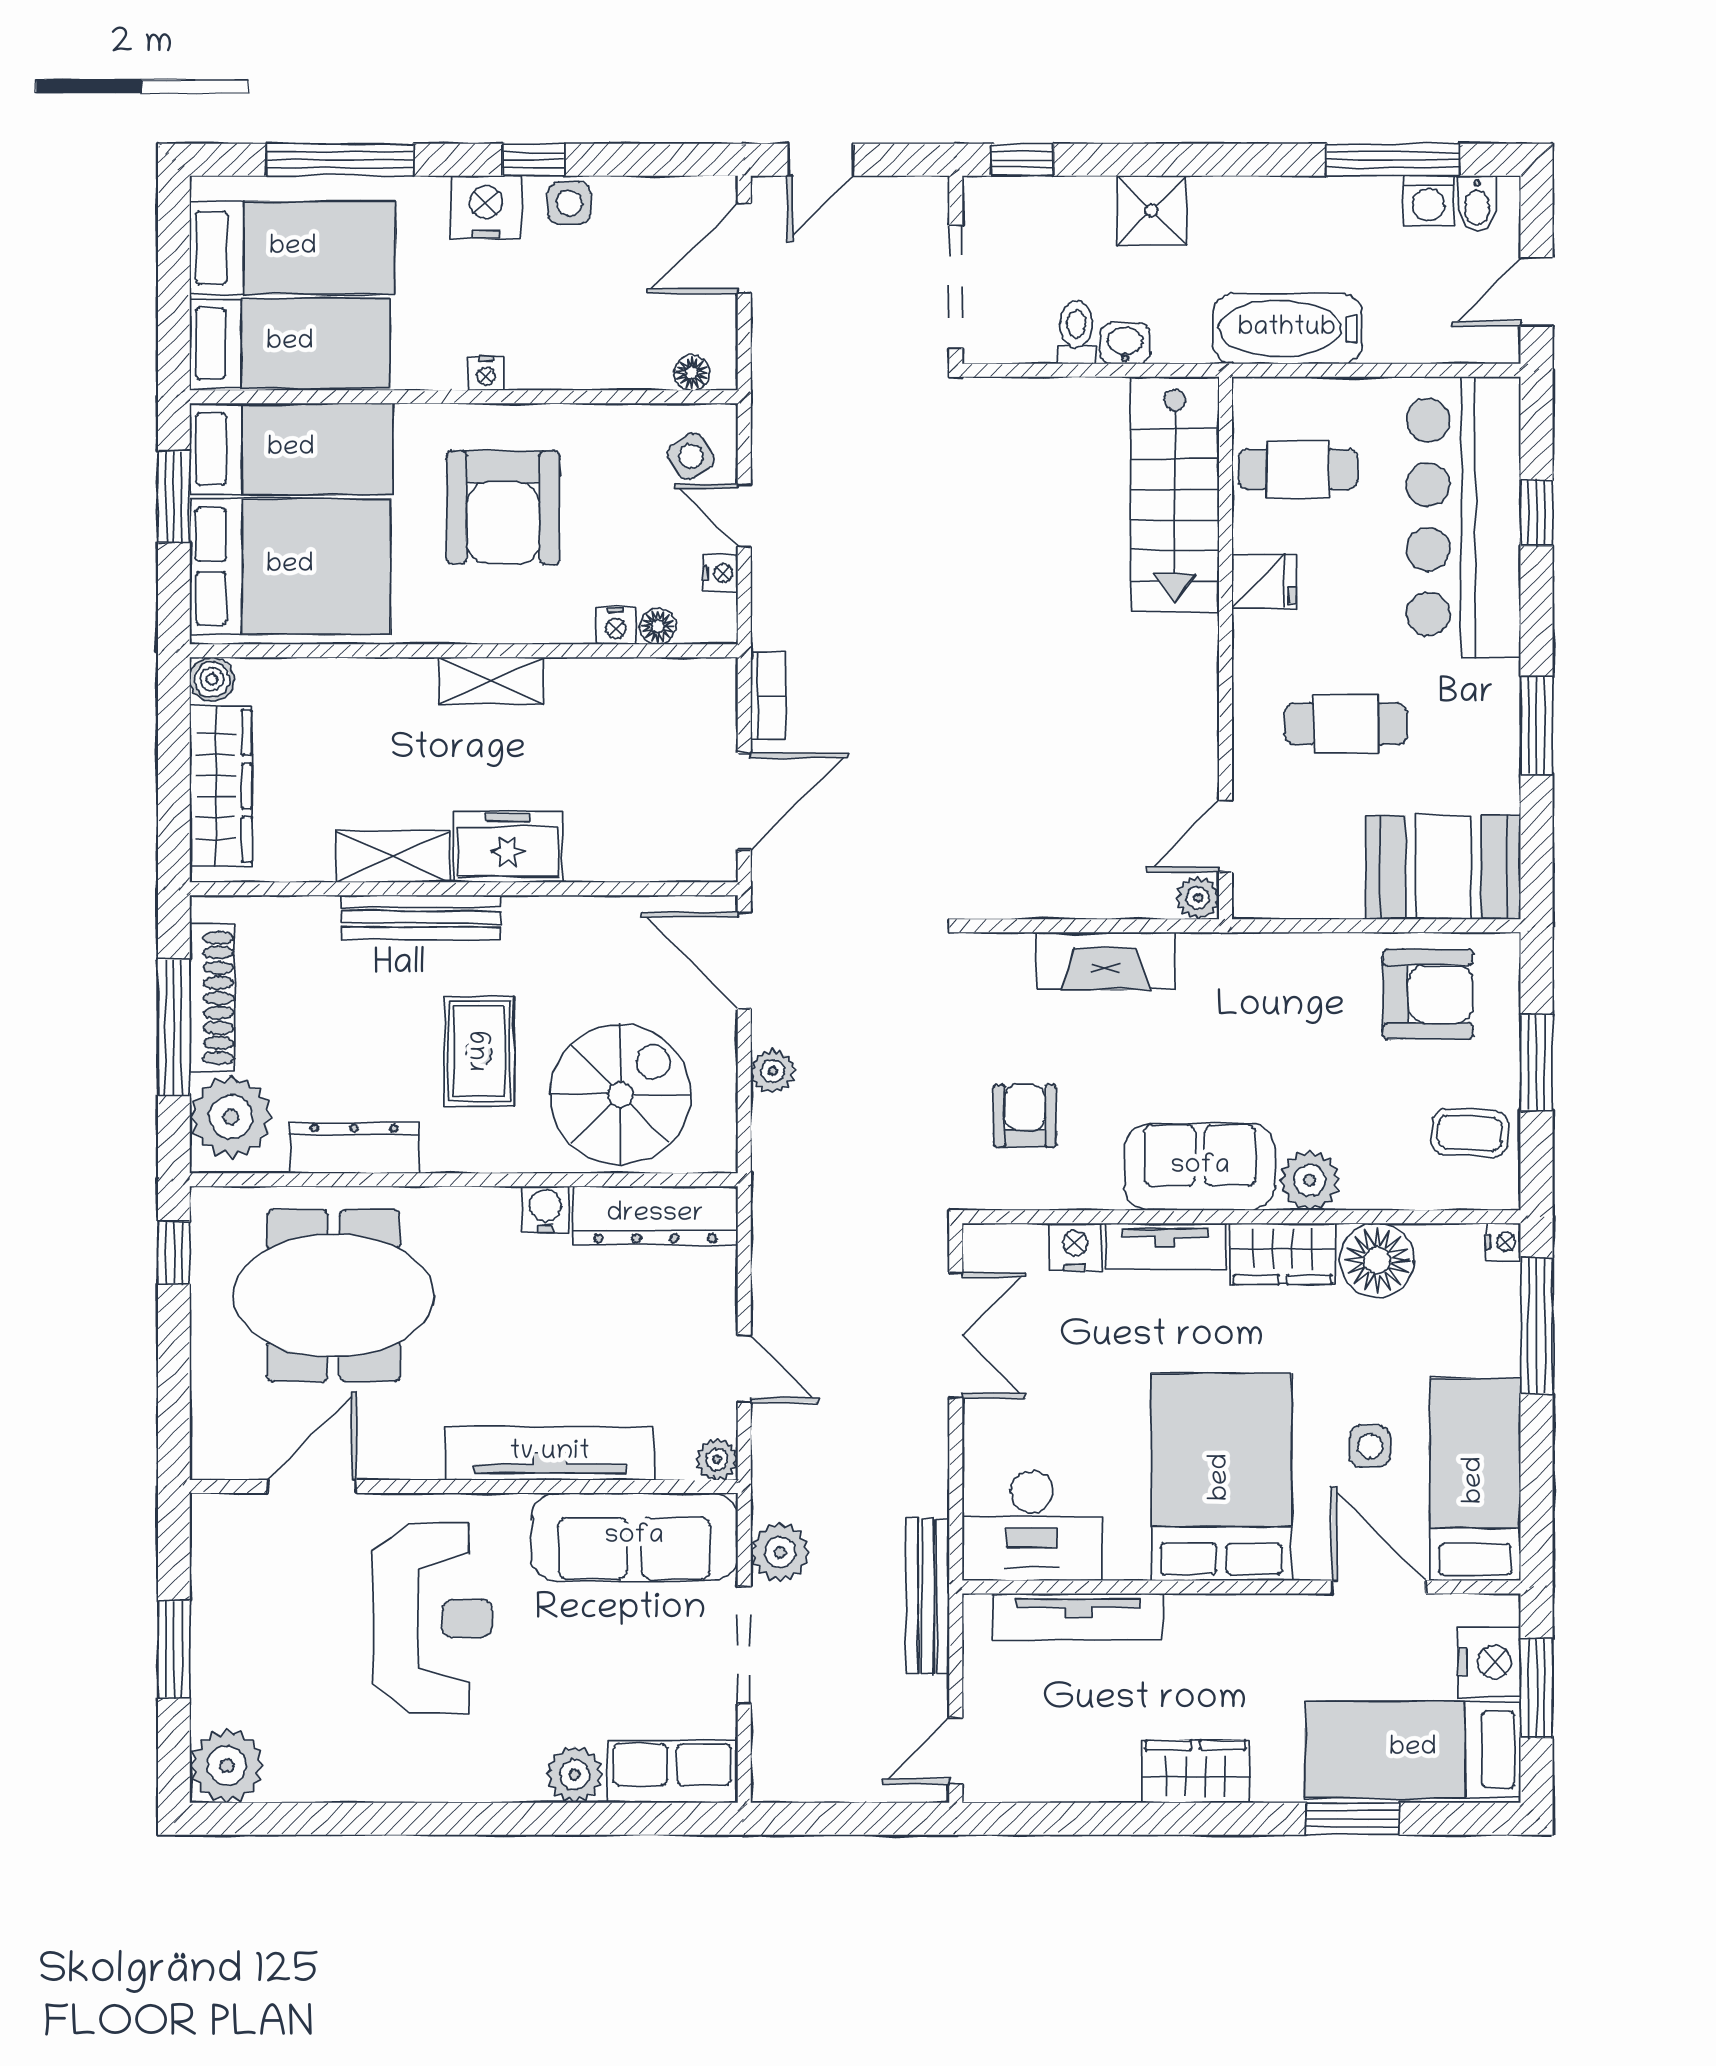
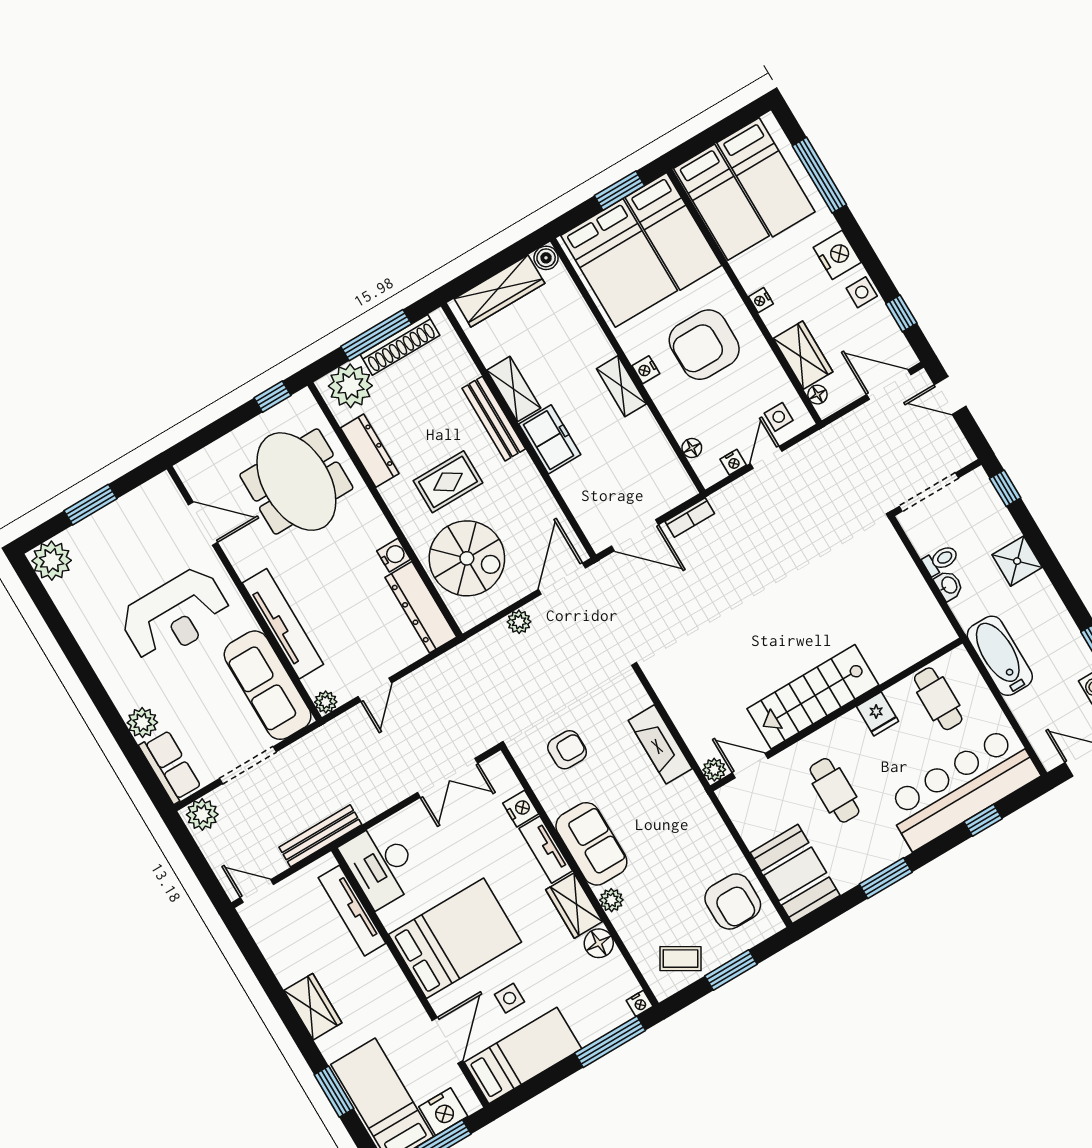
window: (534, 160) -> (901, 313), moved
wardrobe: (615, 358) -> (803, 355), added
side table: (691, 456) -> (779, 417), turned 35
stairs: (1175, 494) -> (813, 697), moved
nightstand: (616, 626) -> (646, 370), moved
coffee table: (1470, 1133) -> (680, 959), turned -62
plant: (1309, 1180) -> (611, 900), width x0.73, depth x0.73
floor lamp: (1377, 1260) -> (599, 943), width x0.73, depth x0.73
plant: (780, 1552) -> (202, 815), moved

